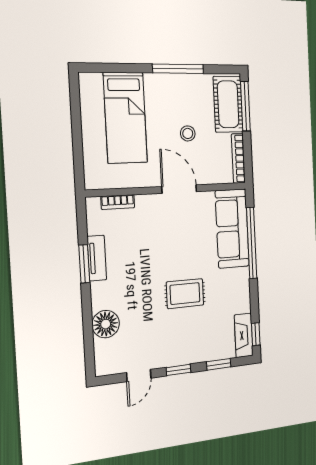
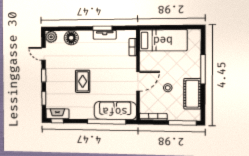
window: (178, 69) -> (203, 69), moved
cot: (228, 104) -> (192, 94), moved, turned 90
bed: (125, 118) -> (163, 40), moved, turned 180
plant: (106, 364) -> (51, 37), added

